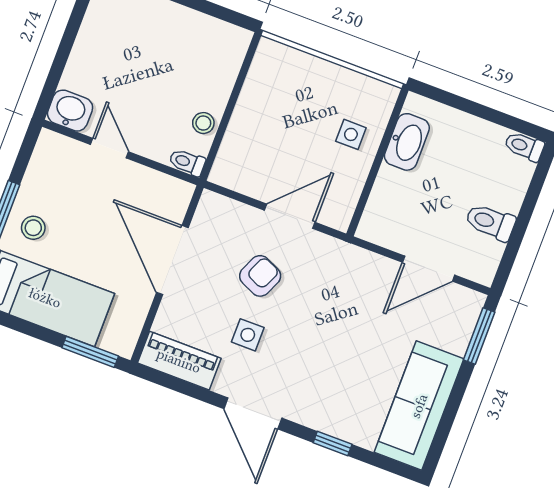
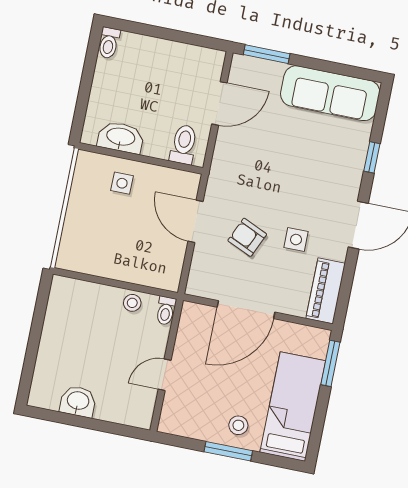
washbasin: (70, 111) -> (78, 401), moved, turned 90
toilet: (490, 222) -> (184, 144), moved, turned 180
door: (429, 269) -> (219, 103), hinge flipped

